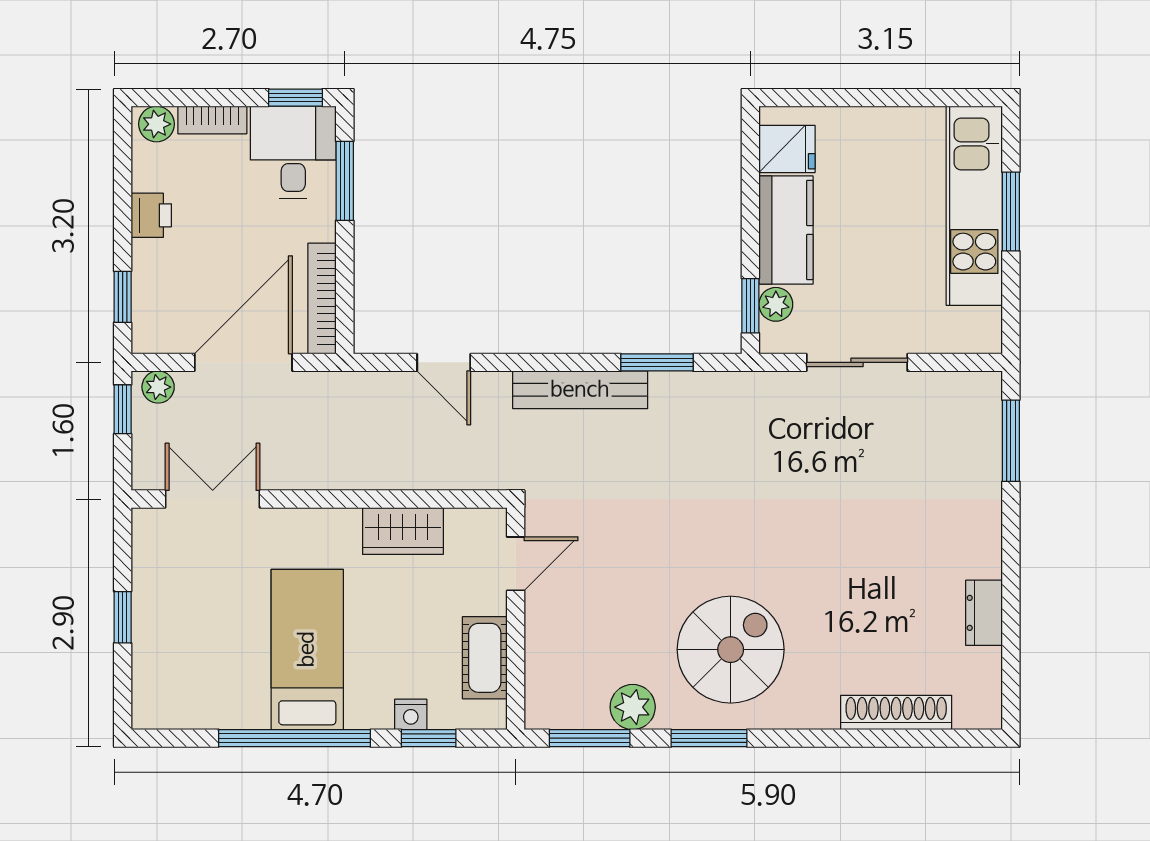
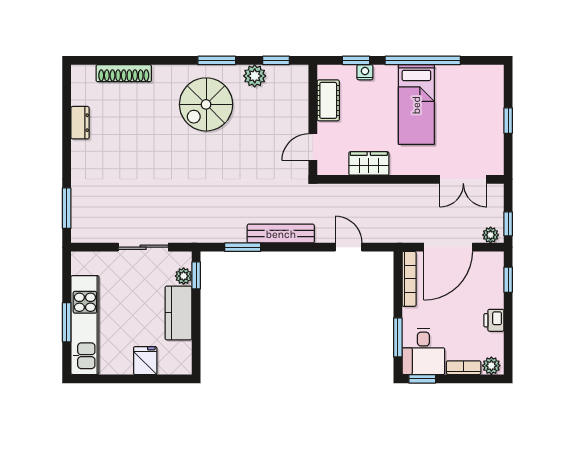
fridge: (787, 149) -> (145, 361), moved, turned 90
window: (590, 738) -> (276, 60), width x0.67

